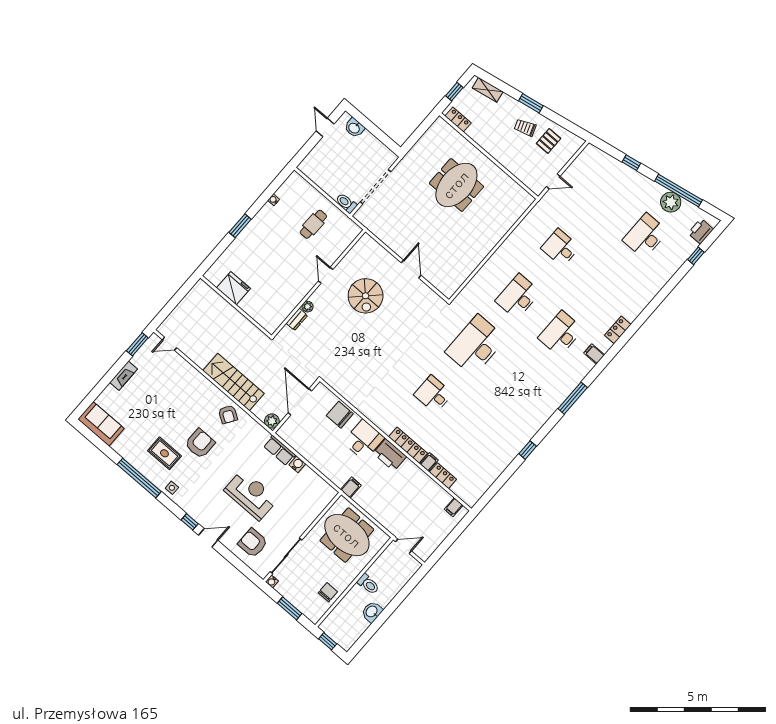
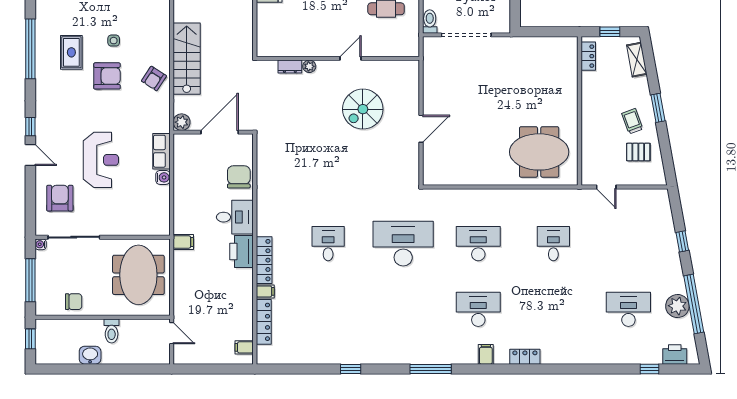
meeting table: (456, 185) -> (539, 152), moved
locker: (443, 476) -> (264, 322), width x1.53
side table: (172, 488) -> (114, 41), moved
window: (290, 608) -> (30, 280), width x1.44

